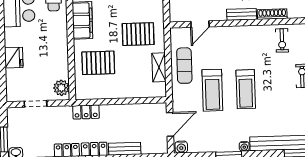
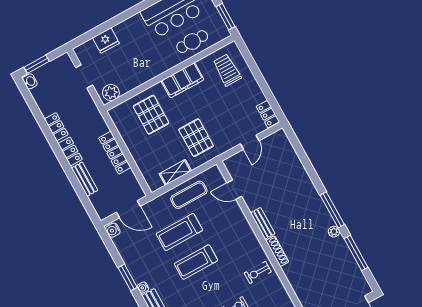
fridge: (14, 58) -> (106, 40), moved
locker: (86, 112) -> (115, 153), moved, width x1.53

